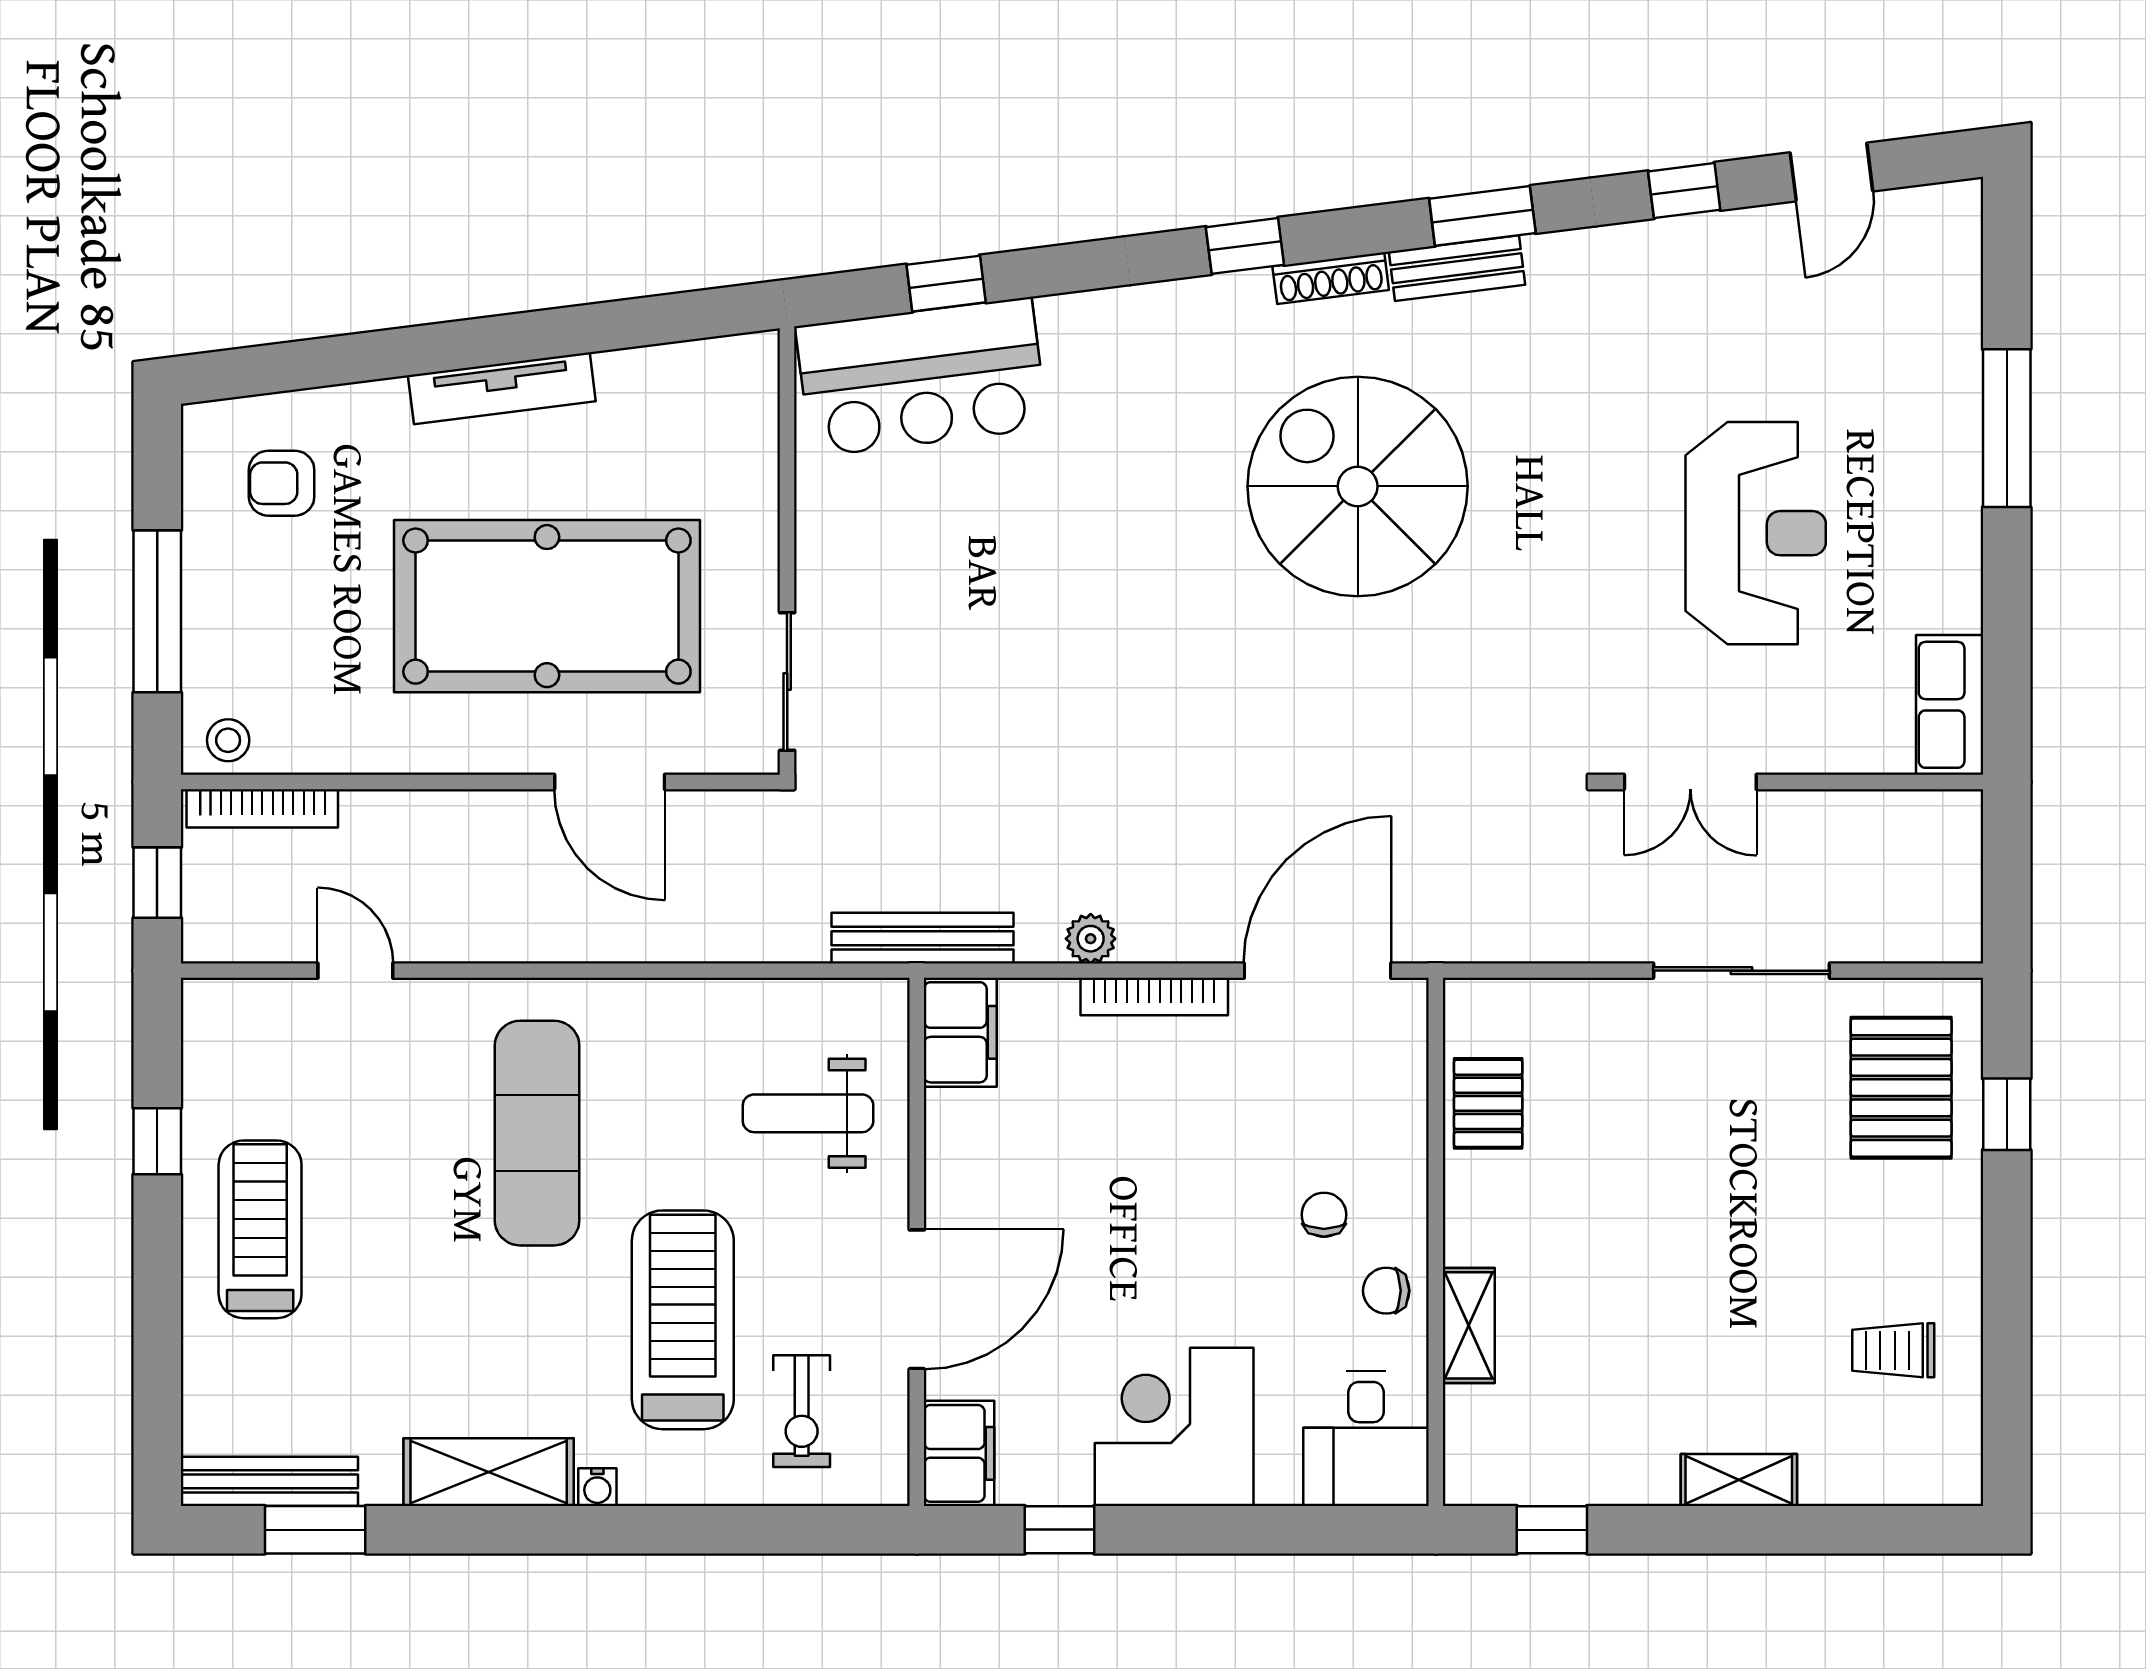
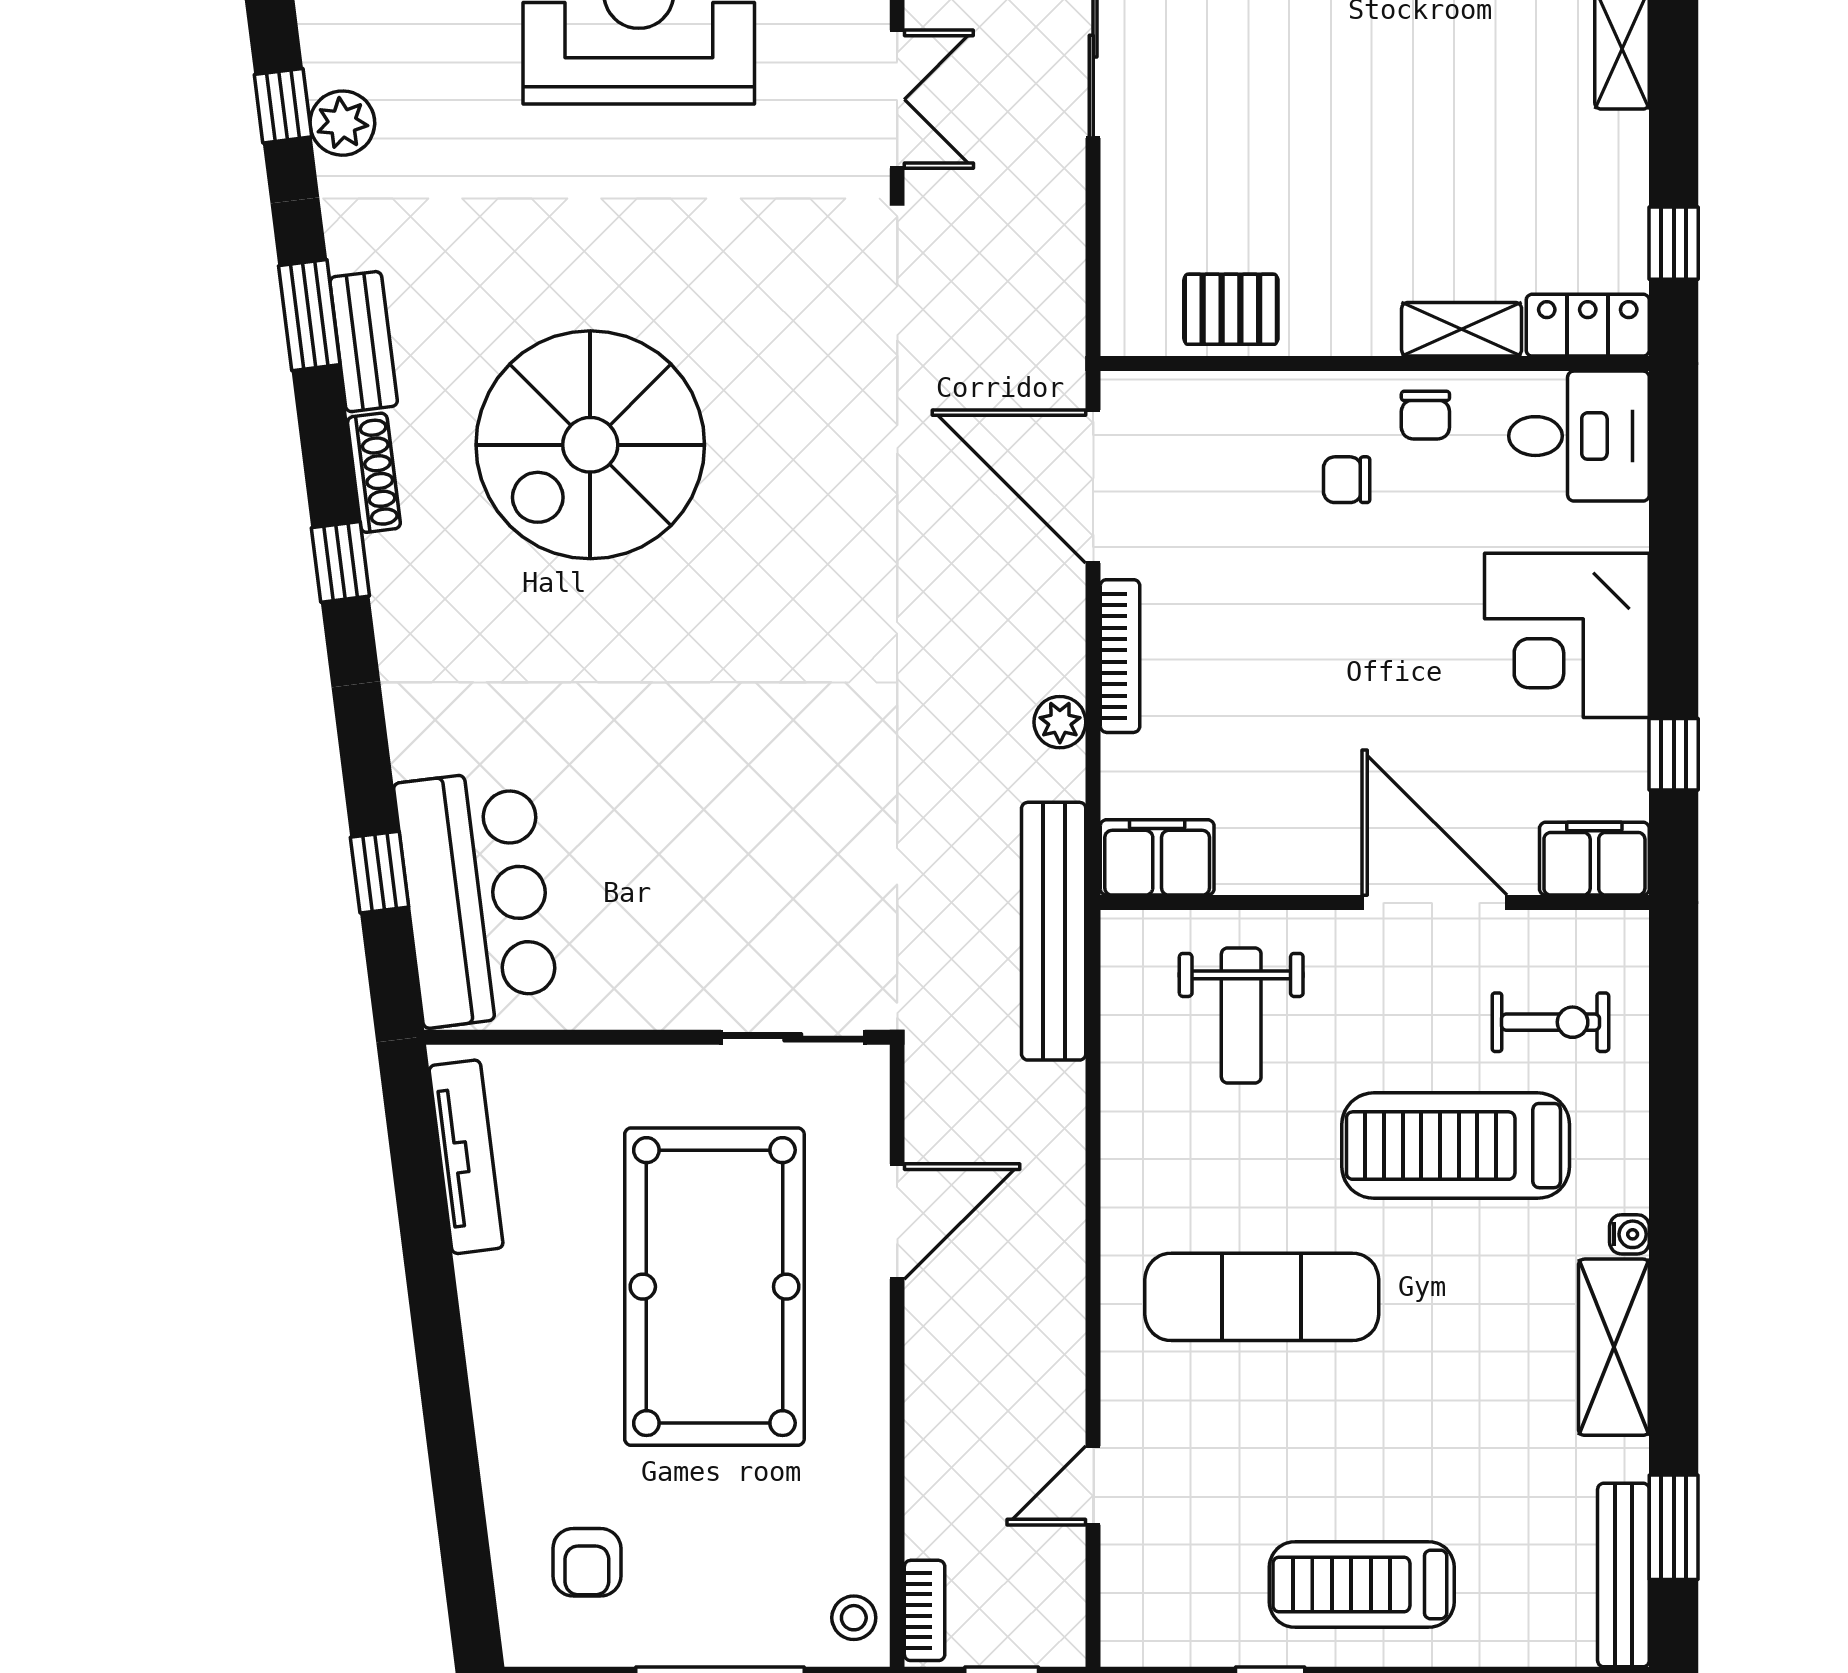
plant: (1667, 248) -> (342, 123), added
tv unit: (502, 388) -> (466, 1157), moved
bookcase: (262, 808) -> (925, 1610), width x0.64
bench: (923, 938) -> (1054, 931), width x1.37, depth x1.21
locker: (1473, 1447) -> (1588, 325), added

